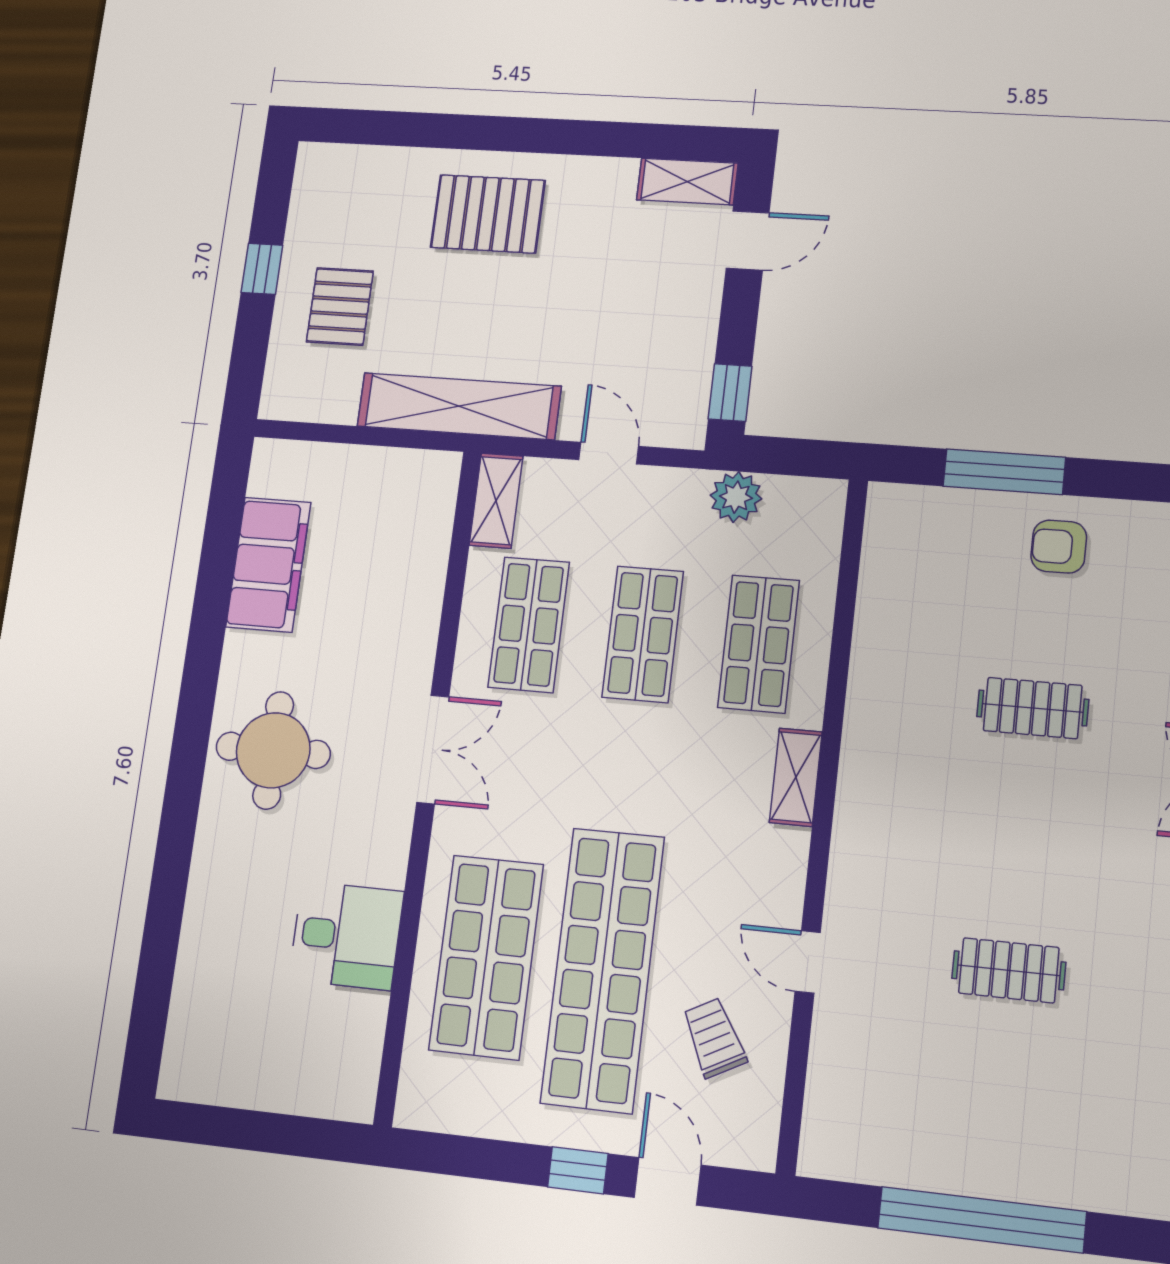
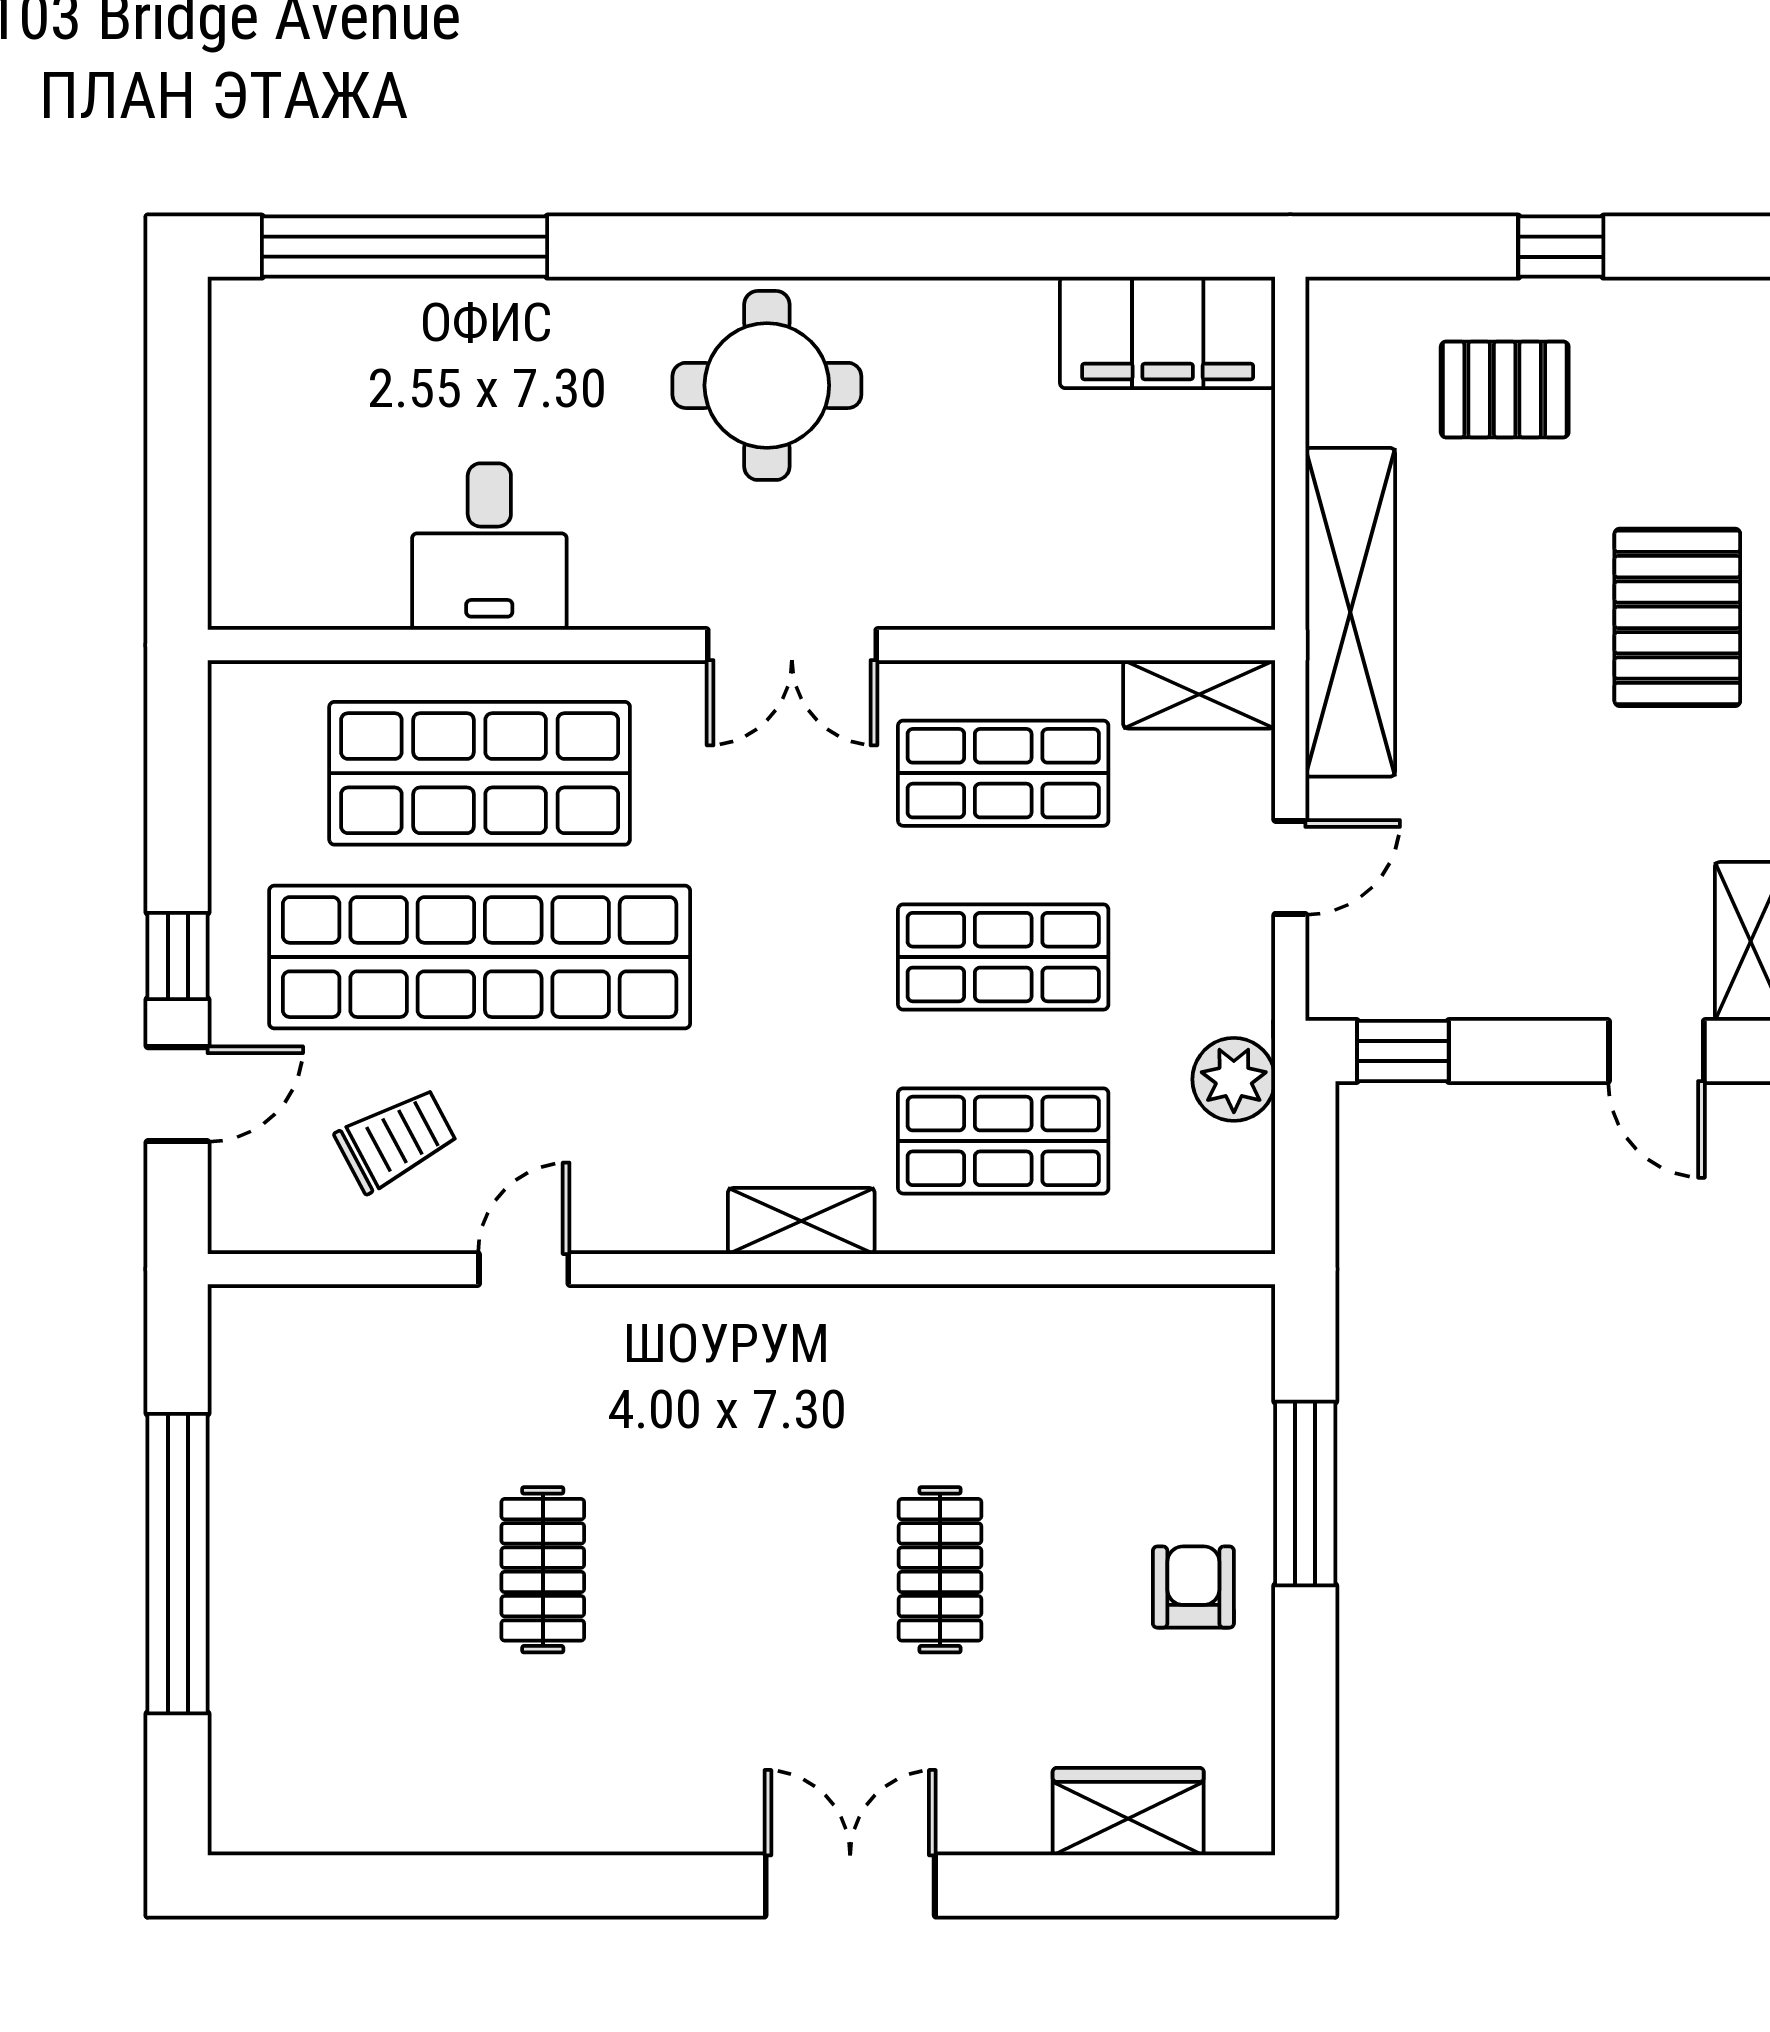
filing cabinet: (268, 565) -> (1168, 332), moved
window: (156, 970) -> (405, 247), added

